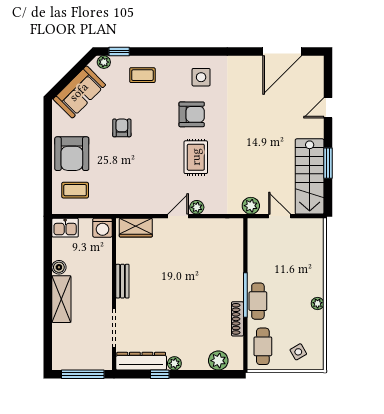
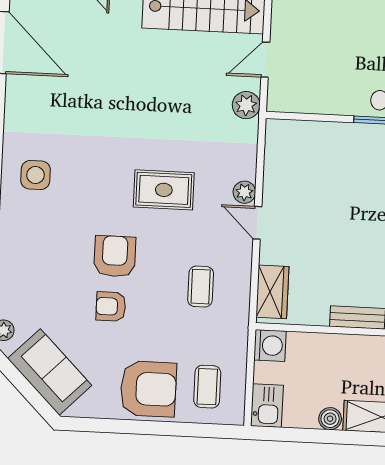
coffee table: (142, 75) -> (201, 287), moved
armchair: (192, 114) -> (115, 256), moved

